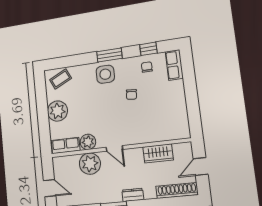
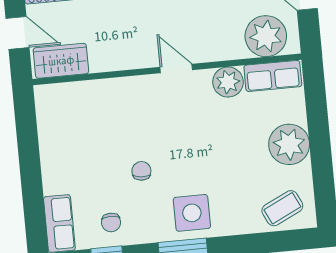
wardrobe: (158, 153) -> (61, 61), moved
plant: (90, 164) -> (266, 36), moved
door: (201, 166) -> (17, 33), hinge flipped

